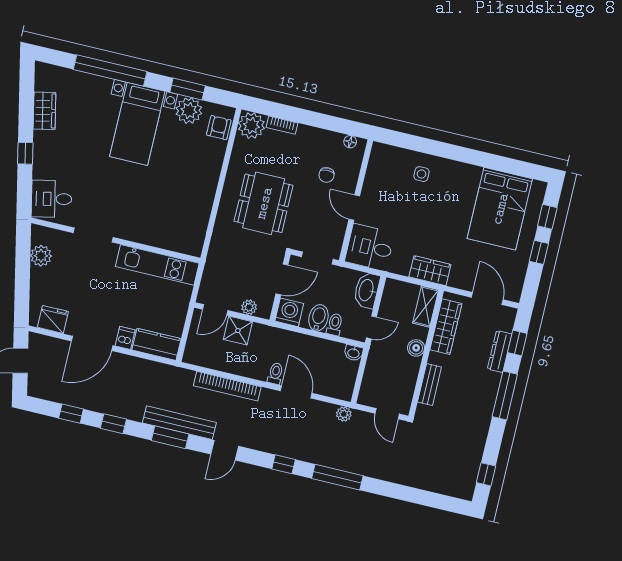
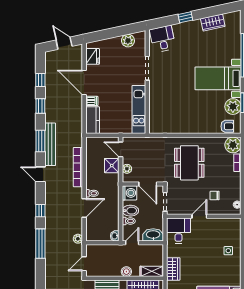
dining table: (264, 203) -> (189, 163), turned 90
door: (371, 327) -> (132, 243), swing flipped

